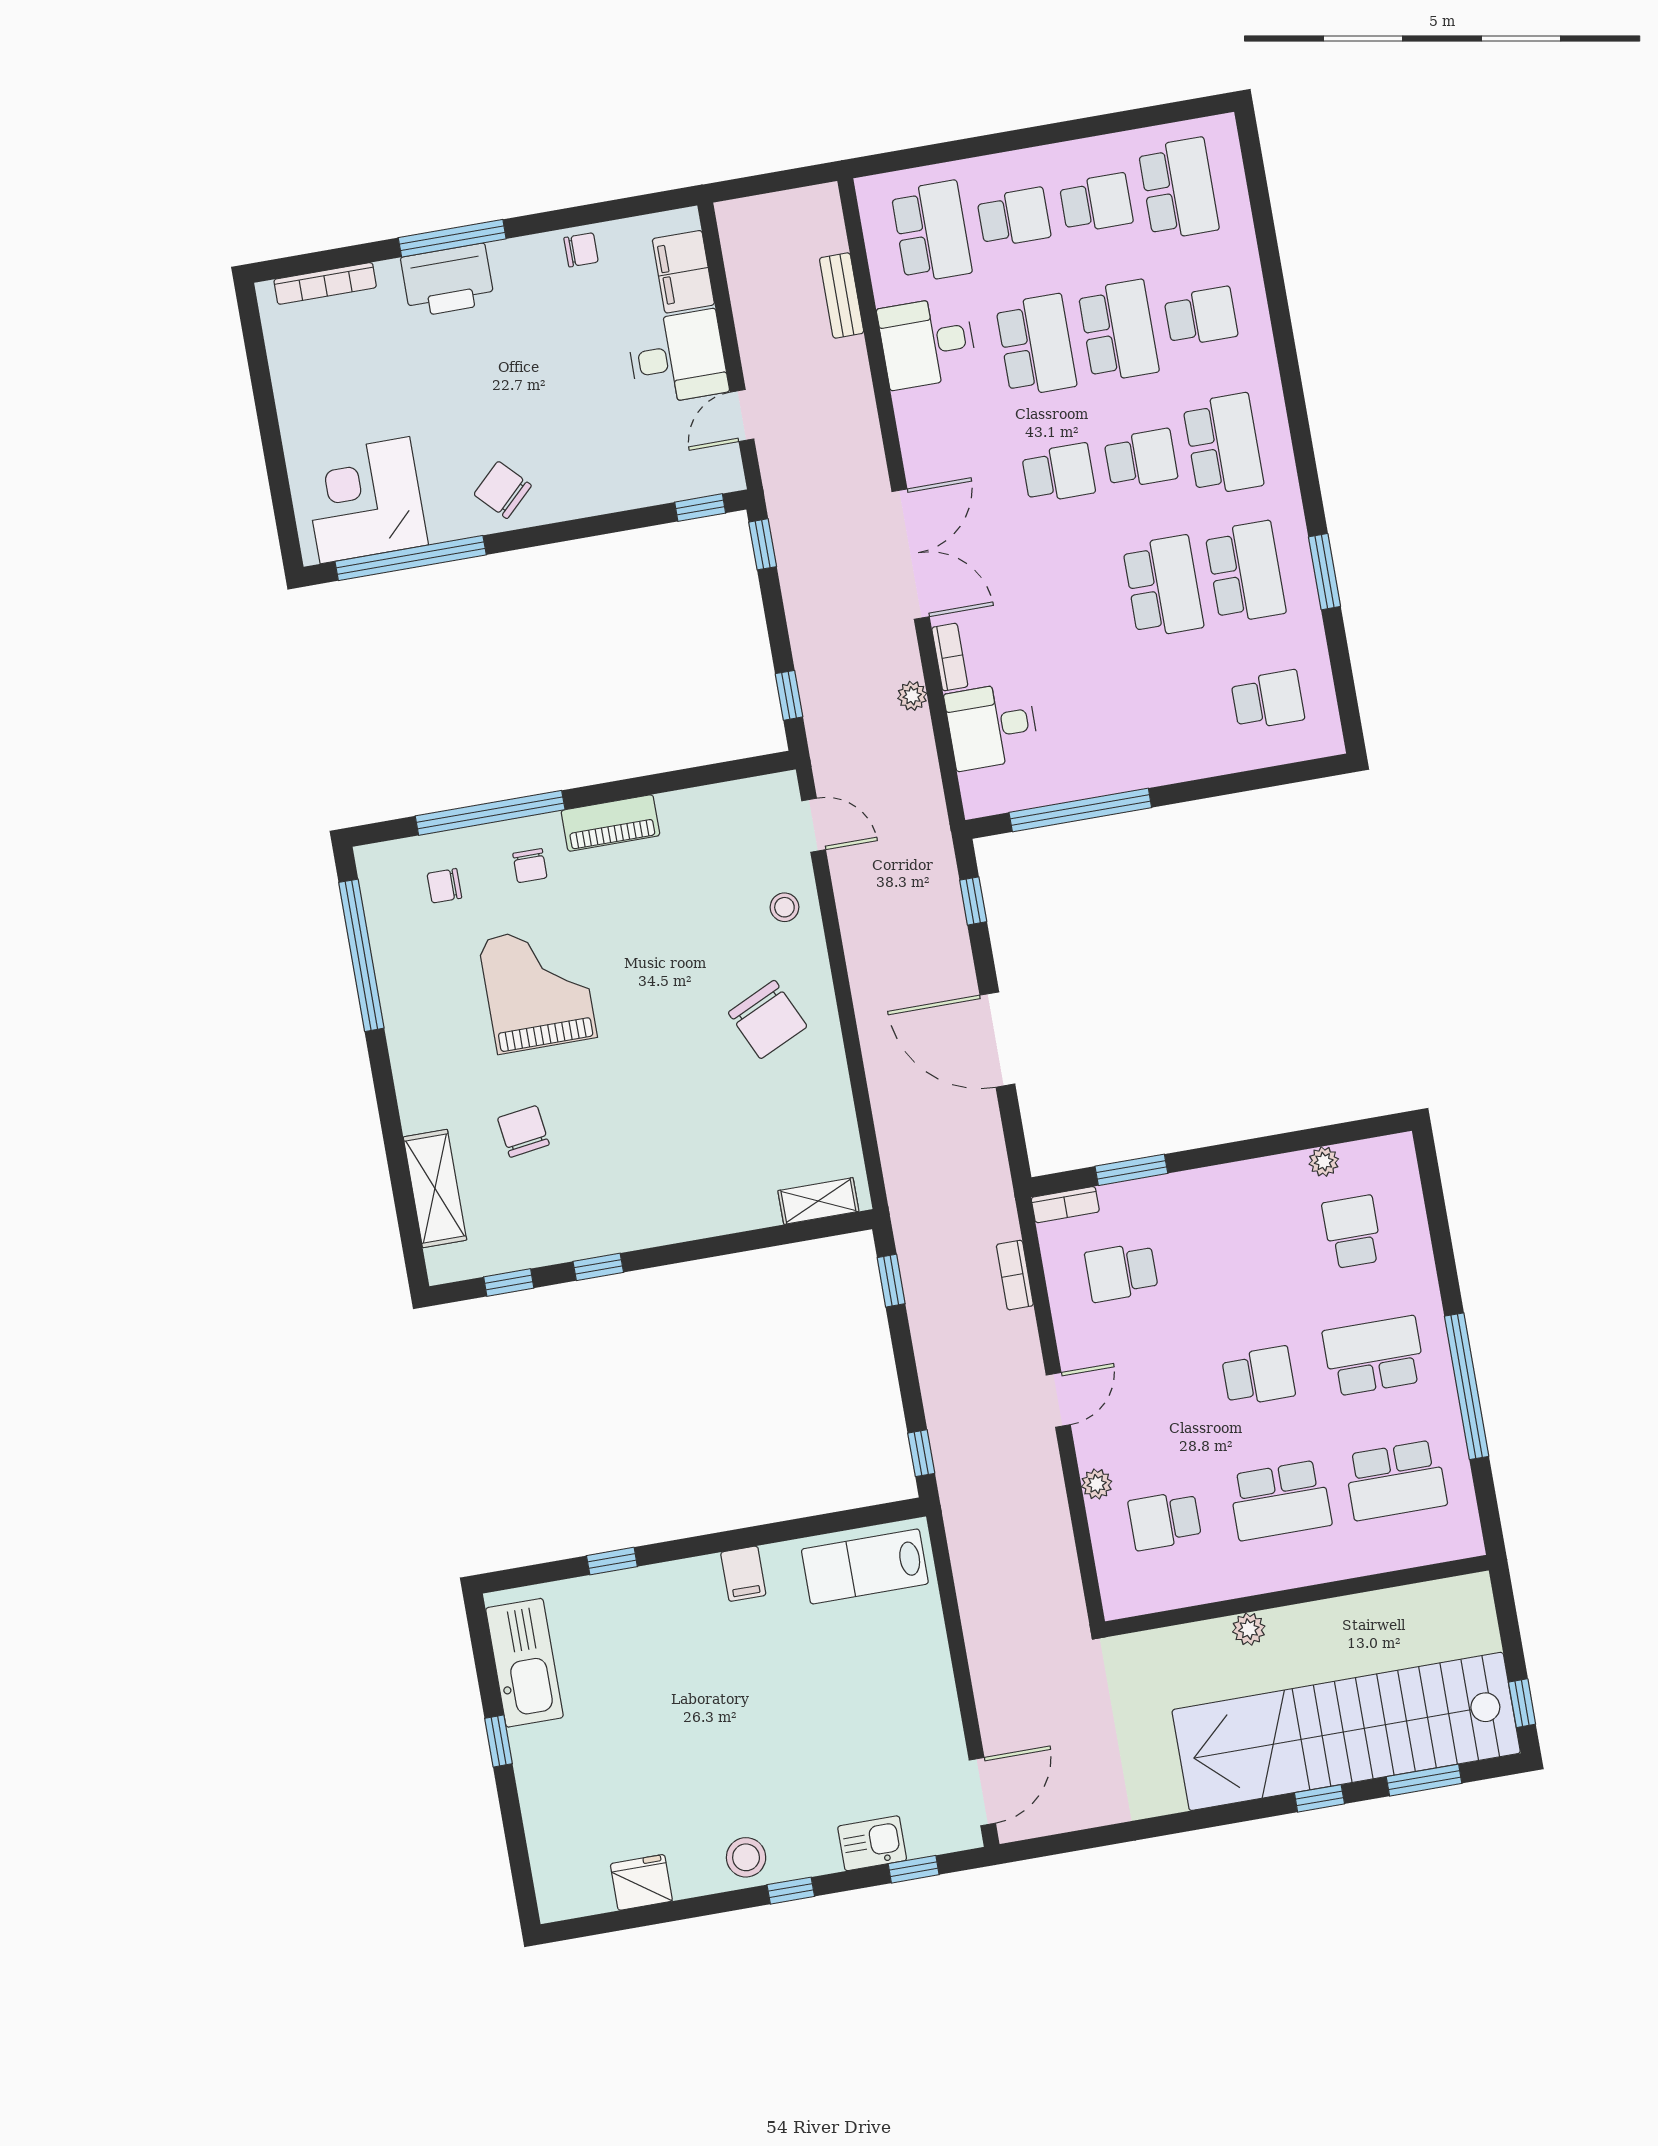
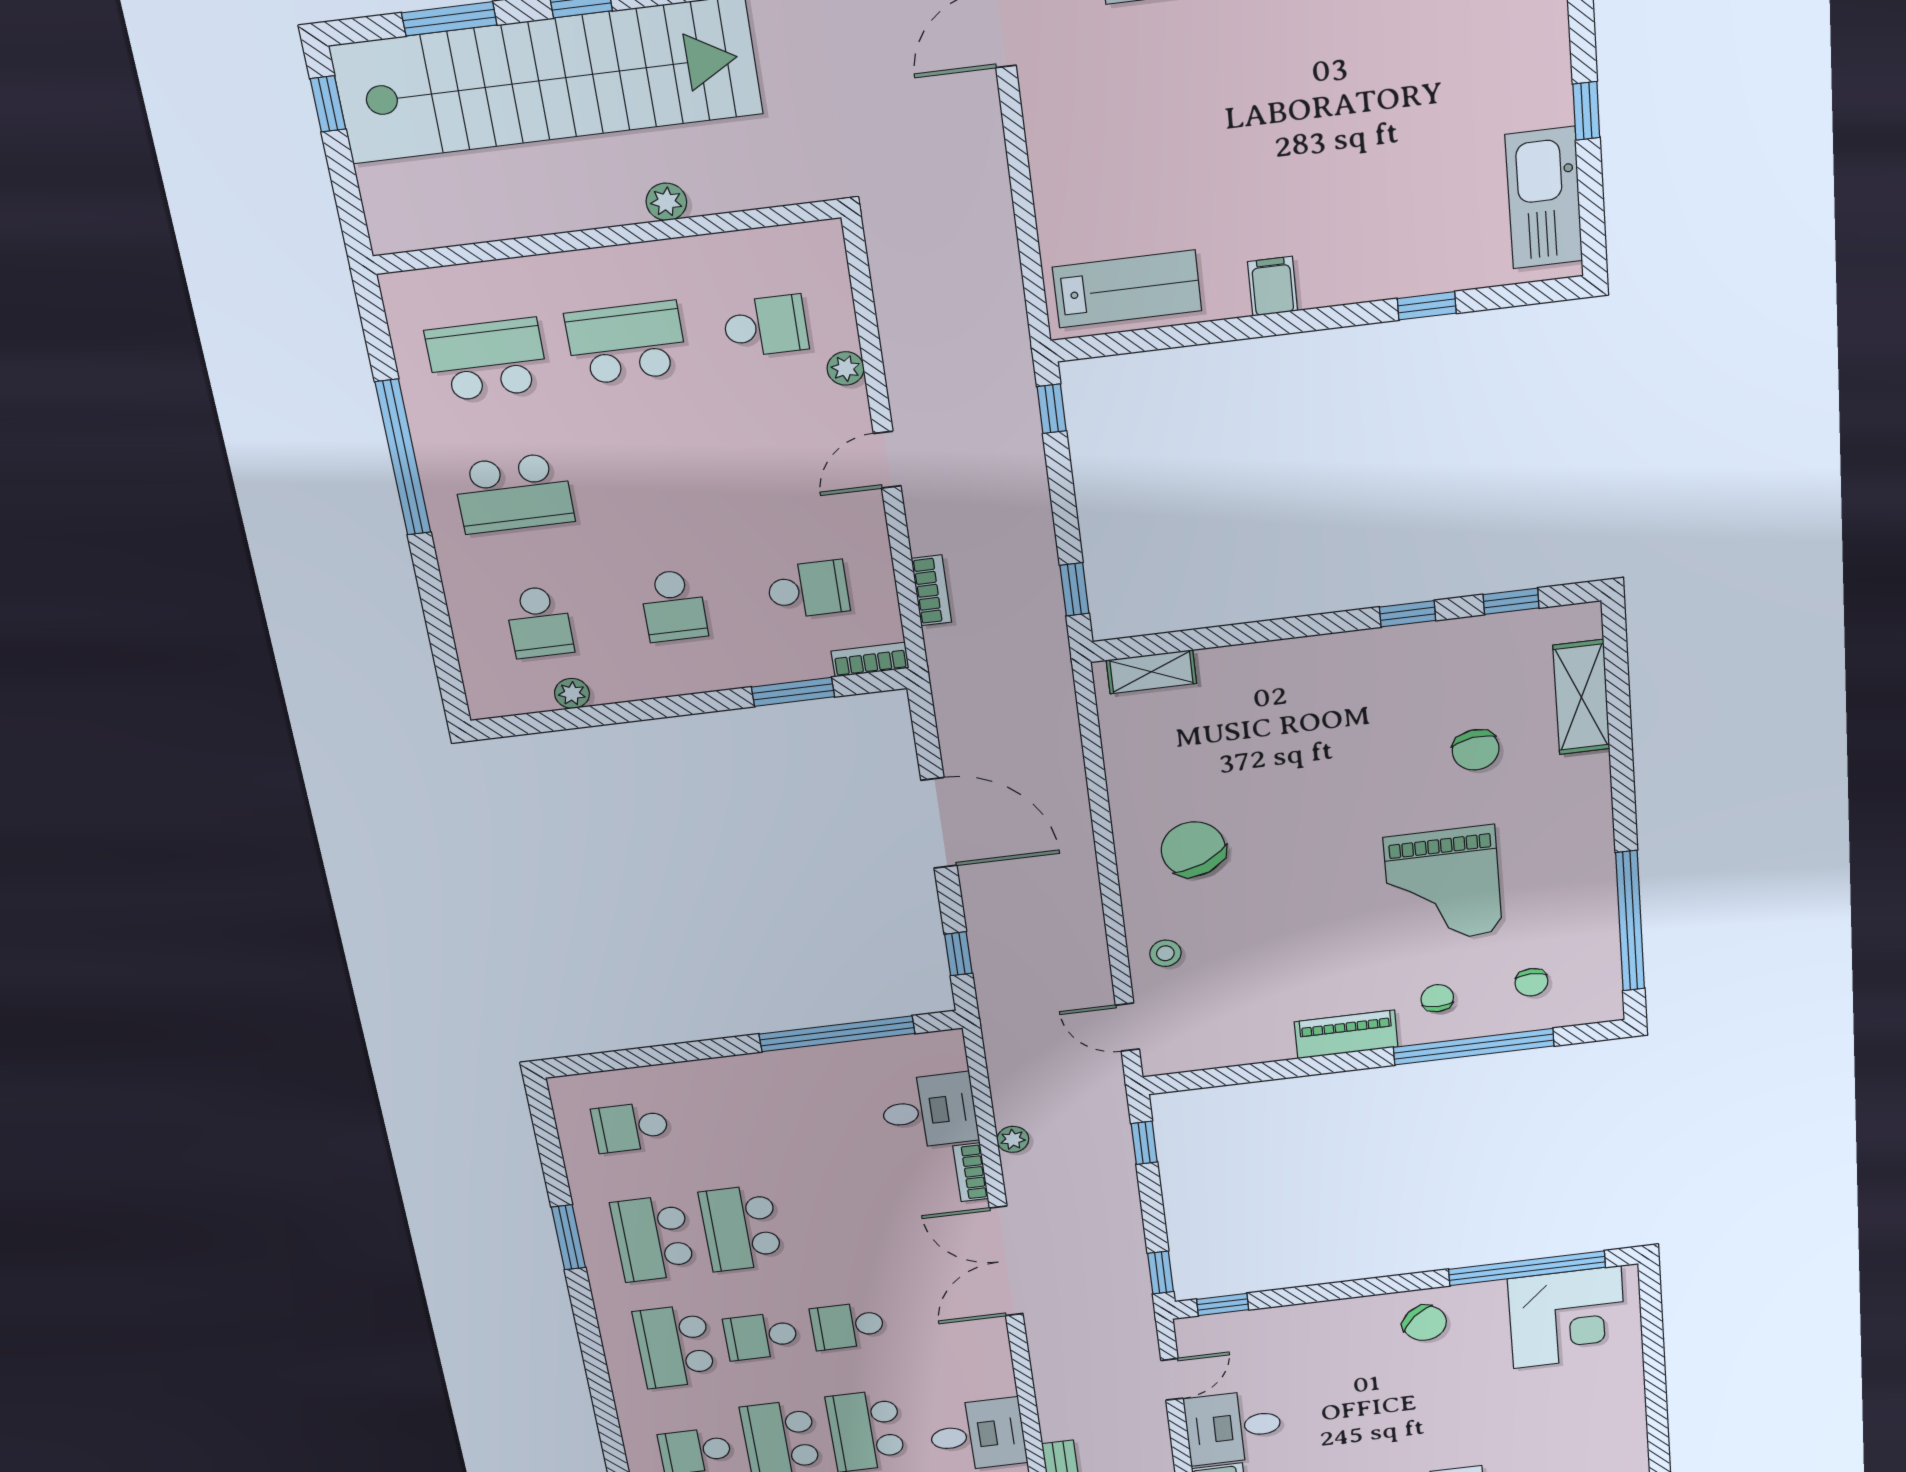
chair: (444, 886) -> (1531, 982), turned 90
school desk: (1259, 1376) -> (674, 606), moved, turned -90

